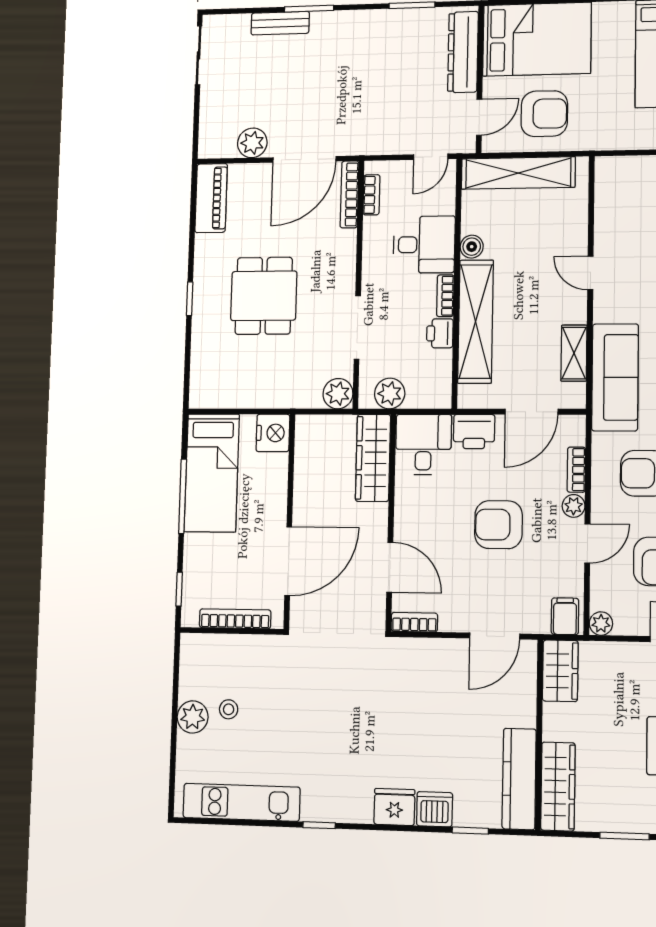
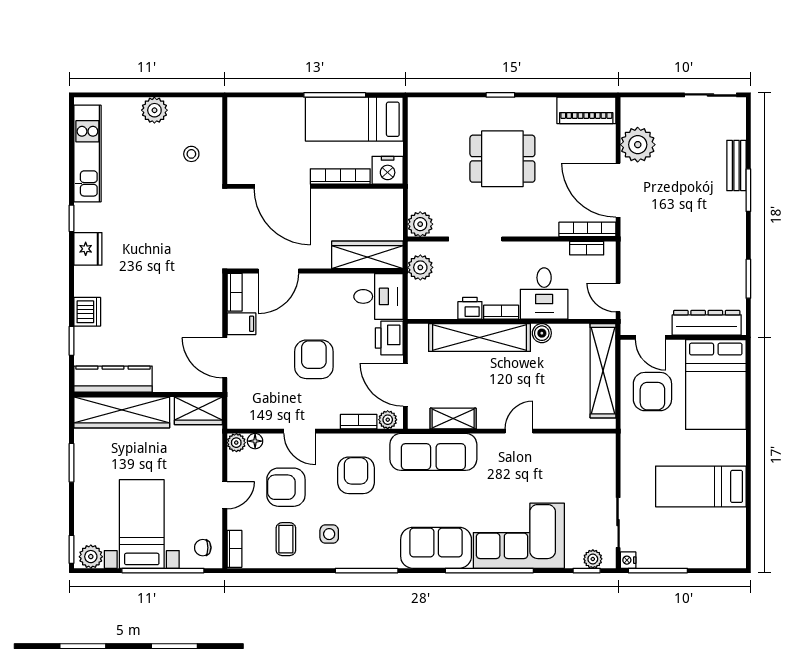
plant: (252, 143) -> (638, 145), width x1.36, depth x1.36
plant: (574, 506) -> (388, 420), moved
window: (179, 589) -> (258, 95), removed
floor lamp: (599, 600) -> (255, 441), added
filing cabinet: (565, 616) -> (241, 324), moved
bookcase: (235, 619) -> (340, 176), moved, turned -90
stool: (229, 709) -> (191, 154), moved
wardrobe: (558, 786) -> (122, 412), width x1.40, depth x1.17
fridge: (394, 807) -> (88, 249), moved

